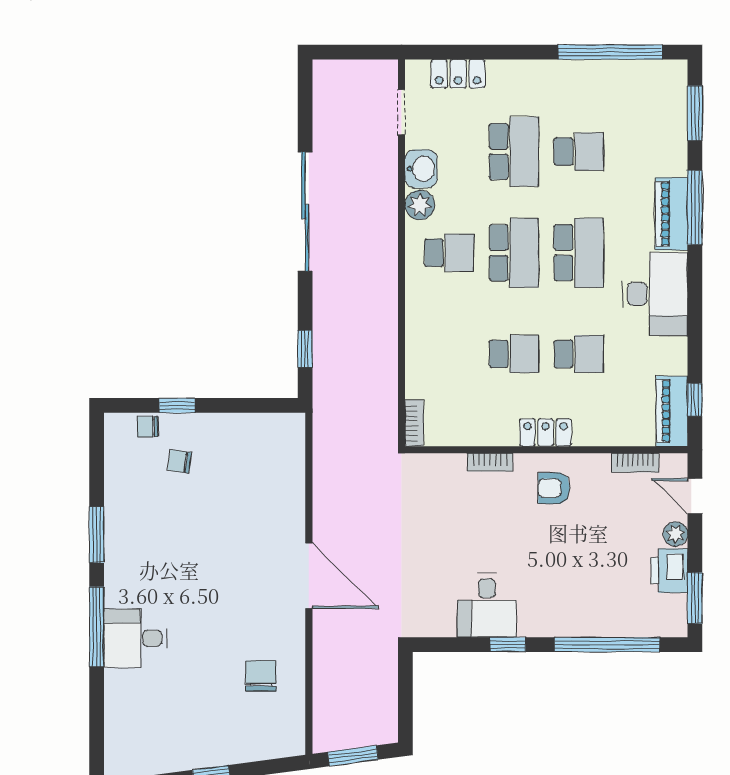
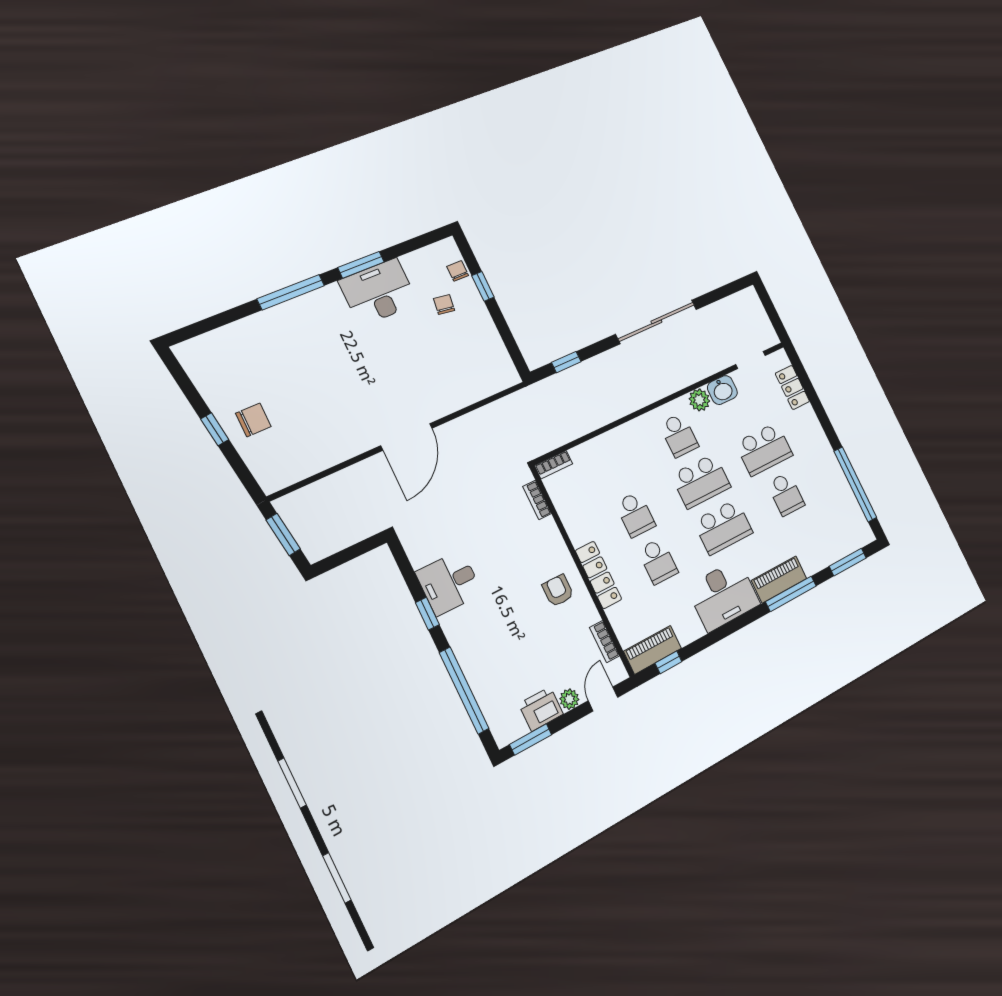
locker: (546, 433) -> (599, 575), width x1.53
bookcase: (490, 462) -> (537, 500), moved
desk: (135, 638) -> (378, 292), moved, width x1.37
chair: (261, 676) -> (253, 420), moved

